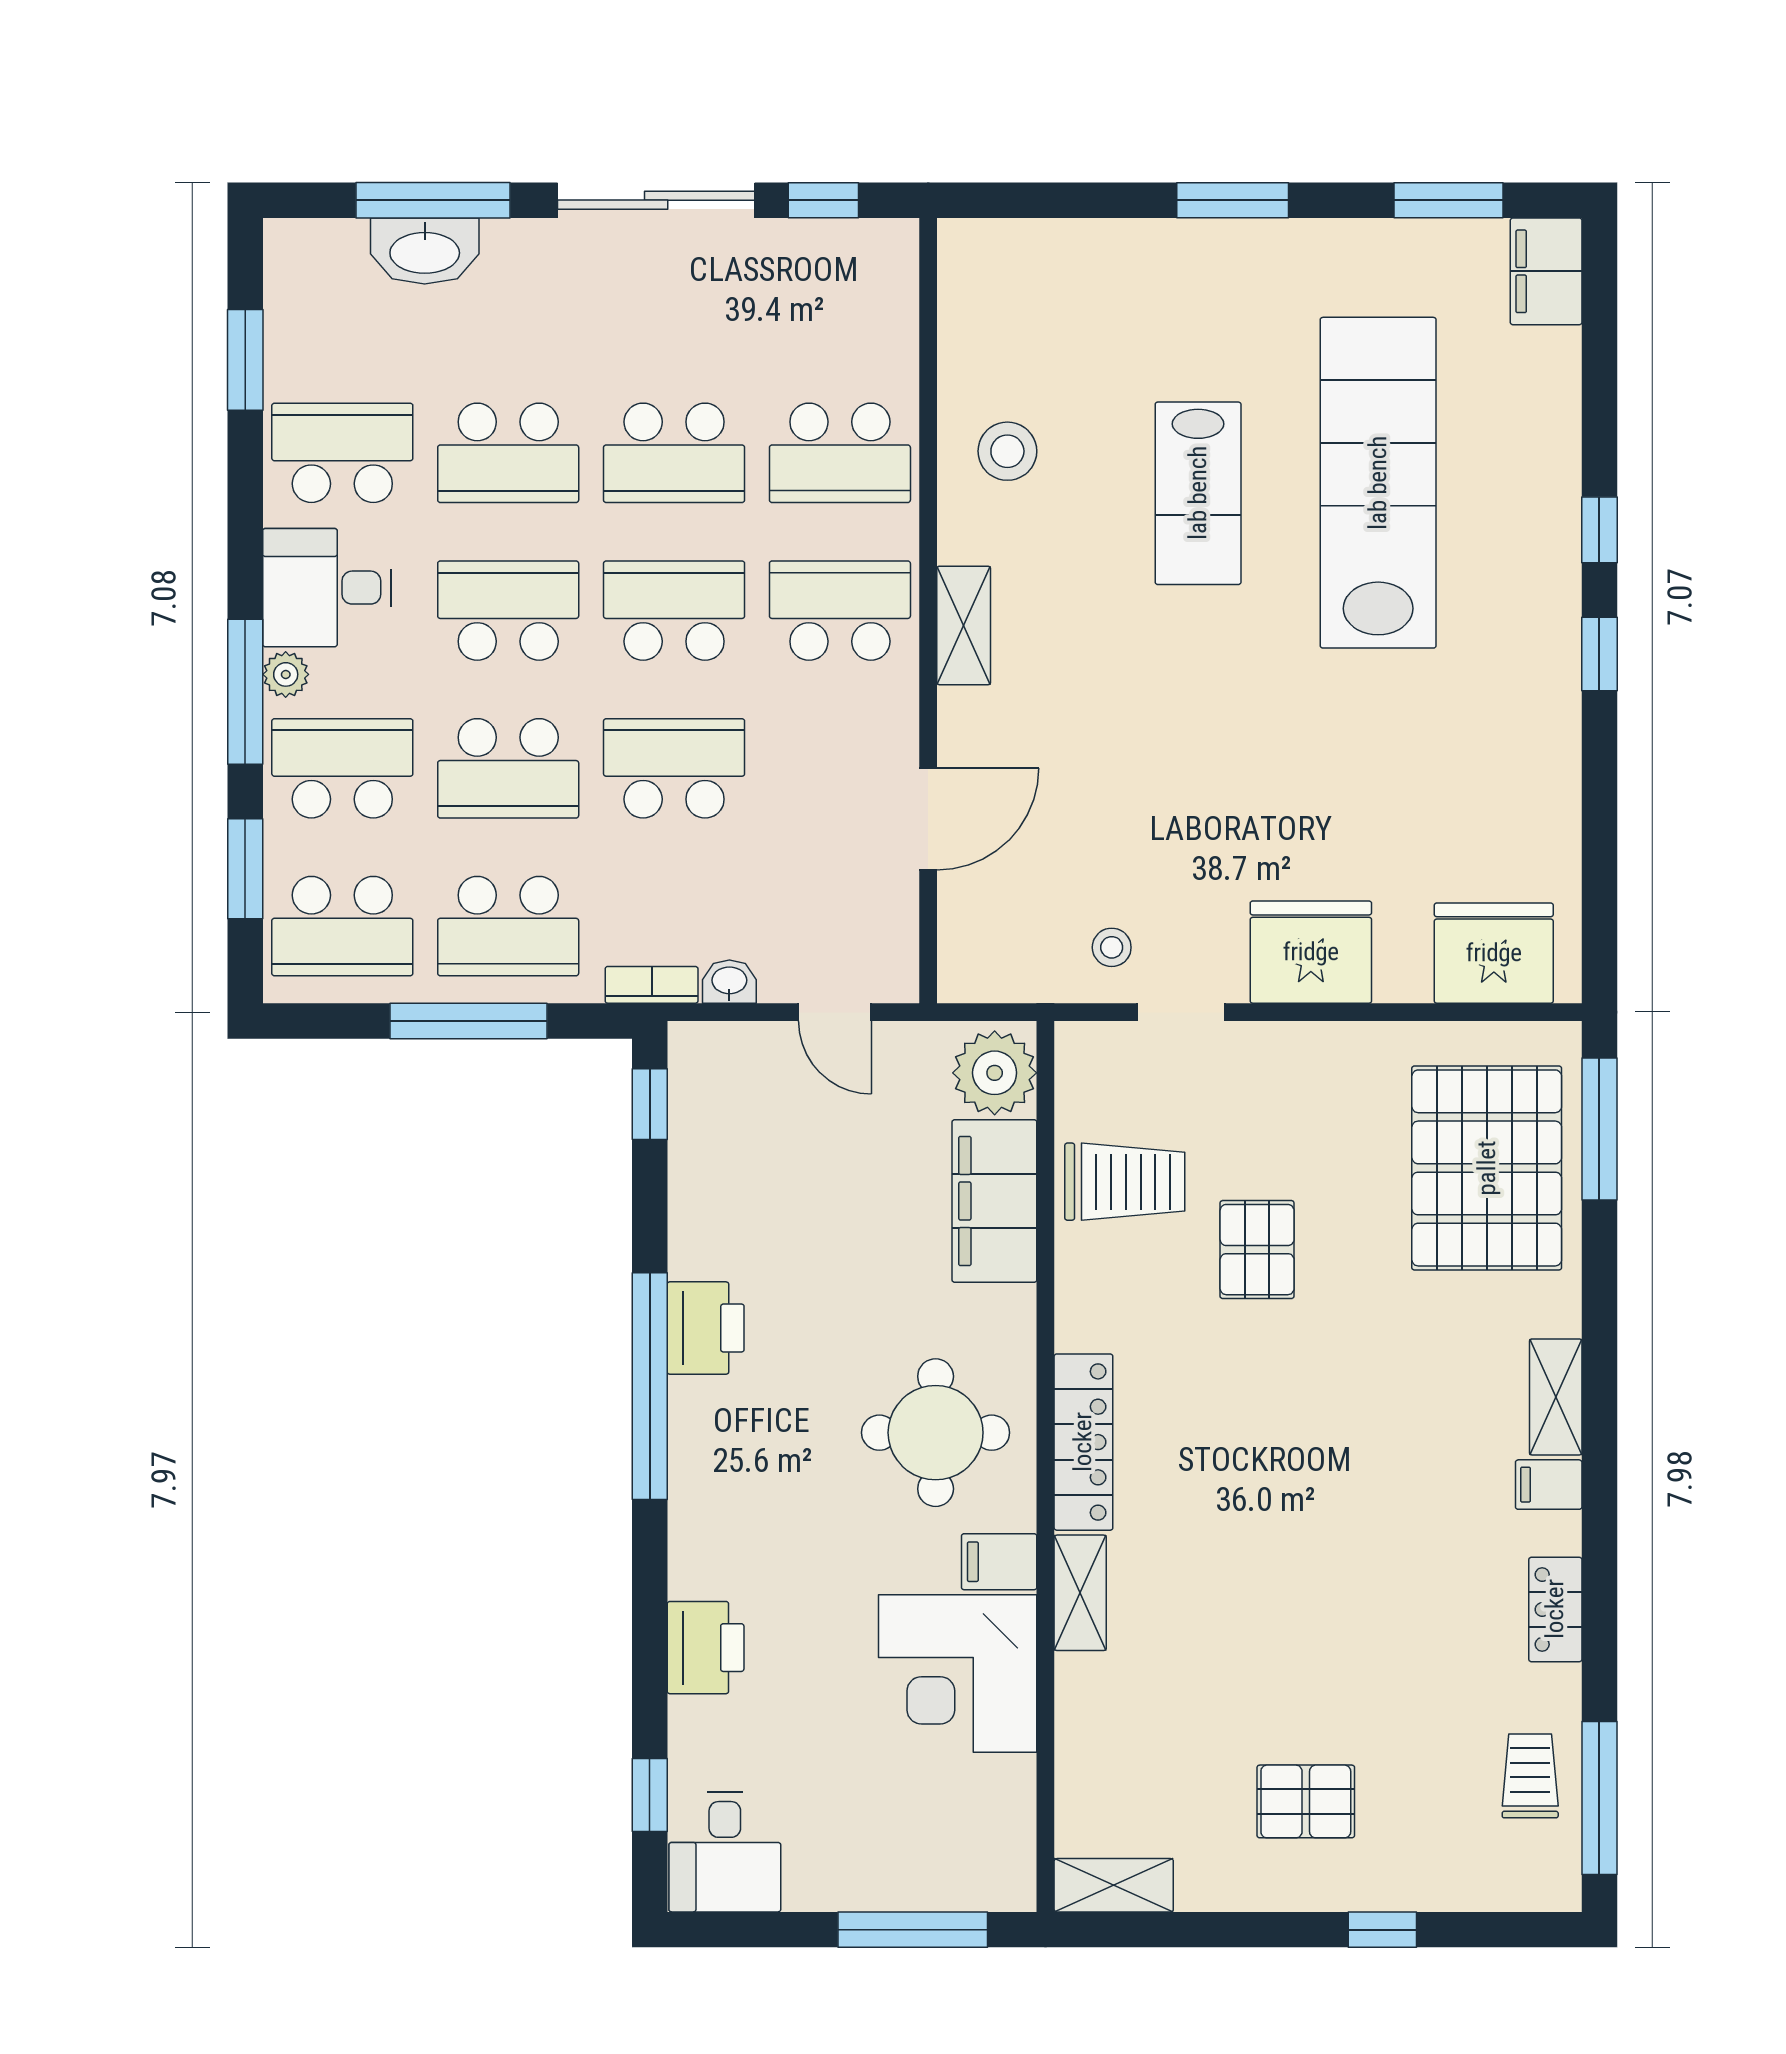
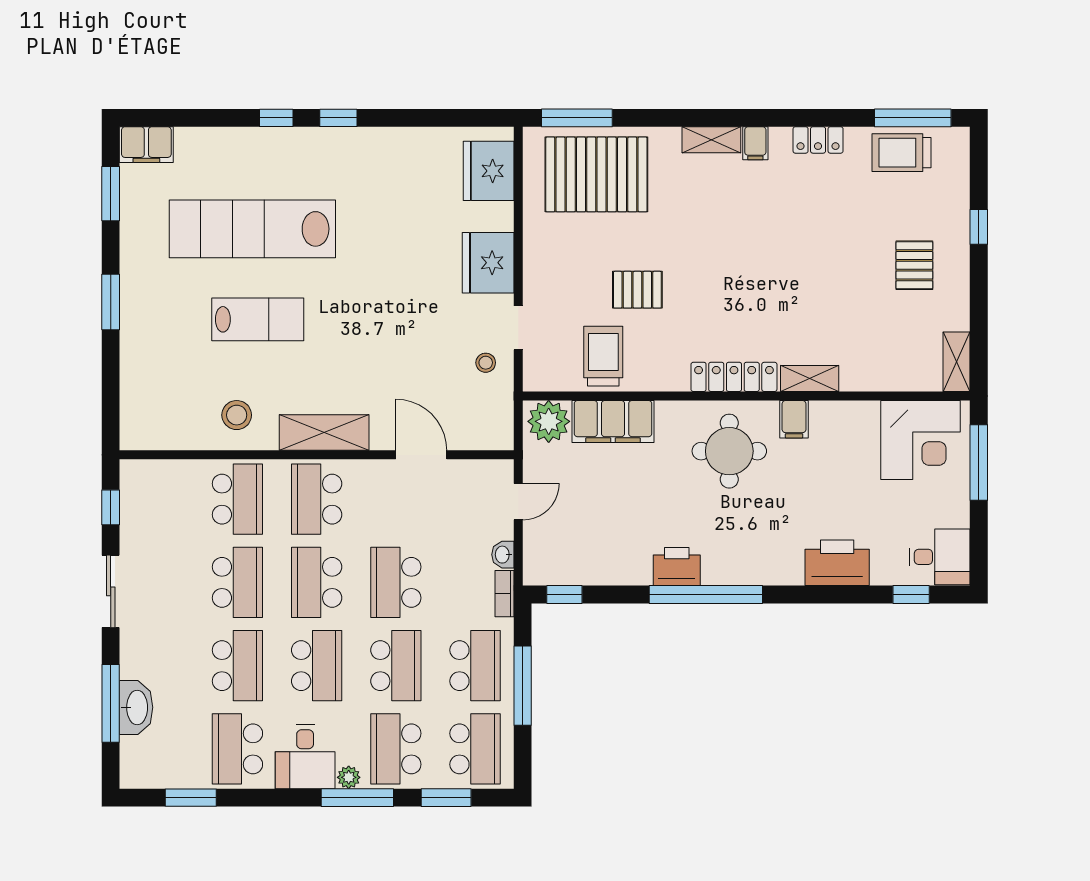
sliding door: (656, 200) -> (111, 591), width x0.73
school desk: (508, 611) -> (317, 666), turned 180
shelving: (964, 625) -> (324, 432), width x1.50, depth x1.33
printer: (706, 1648) -> (837, 563), width x1.37, depth x1.19
corner desk: (958, 1674) -> (920, 440), moved
trolley: (1530, 1776) -> (902, 153), width x1.36, depth x1.39

